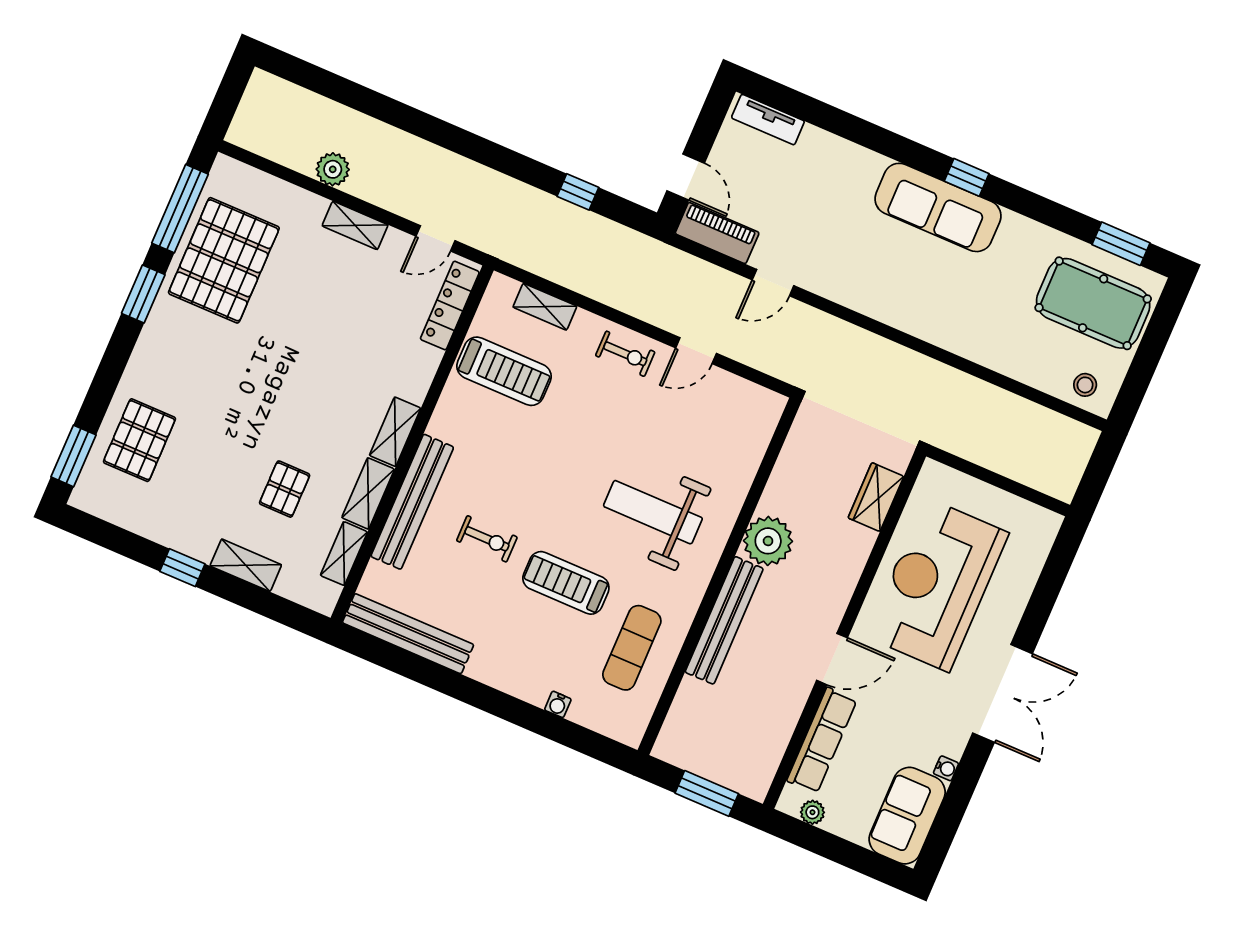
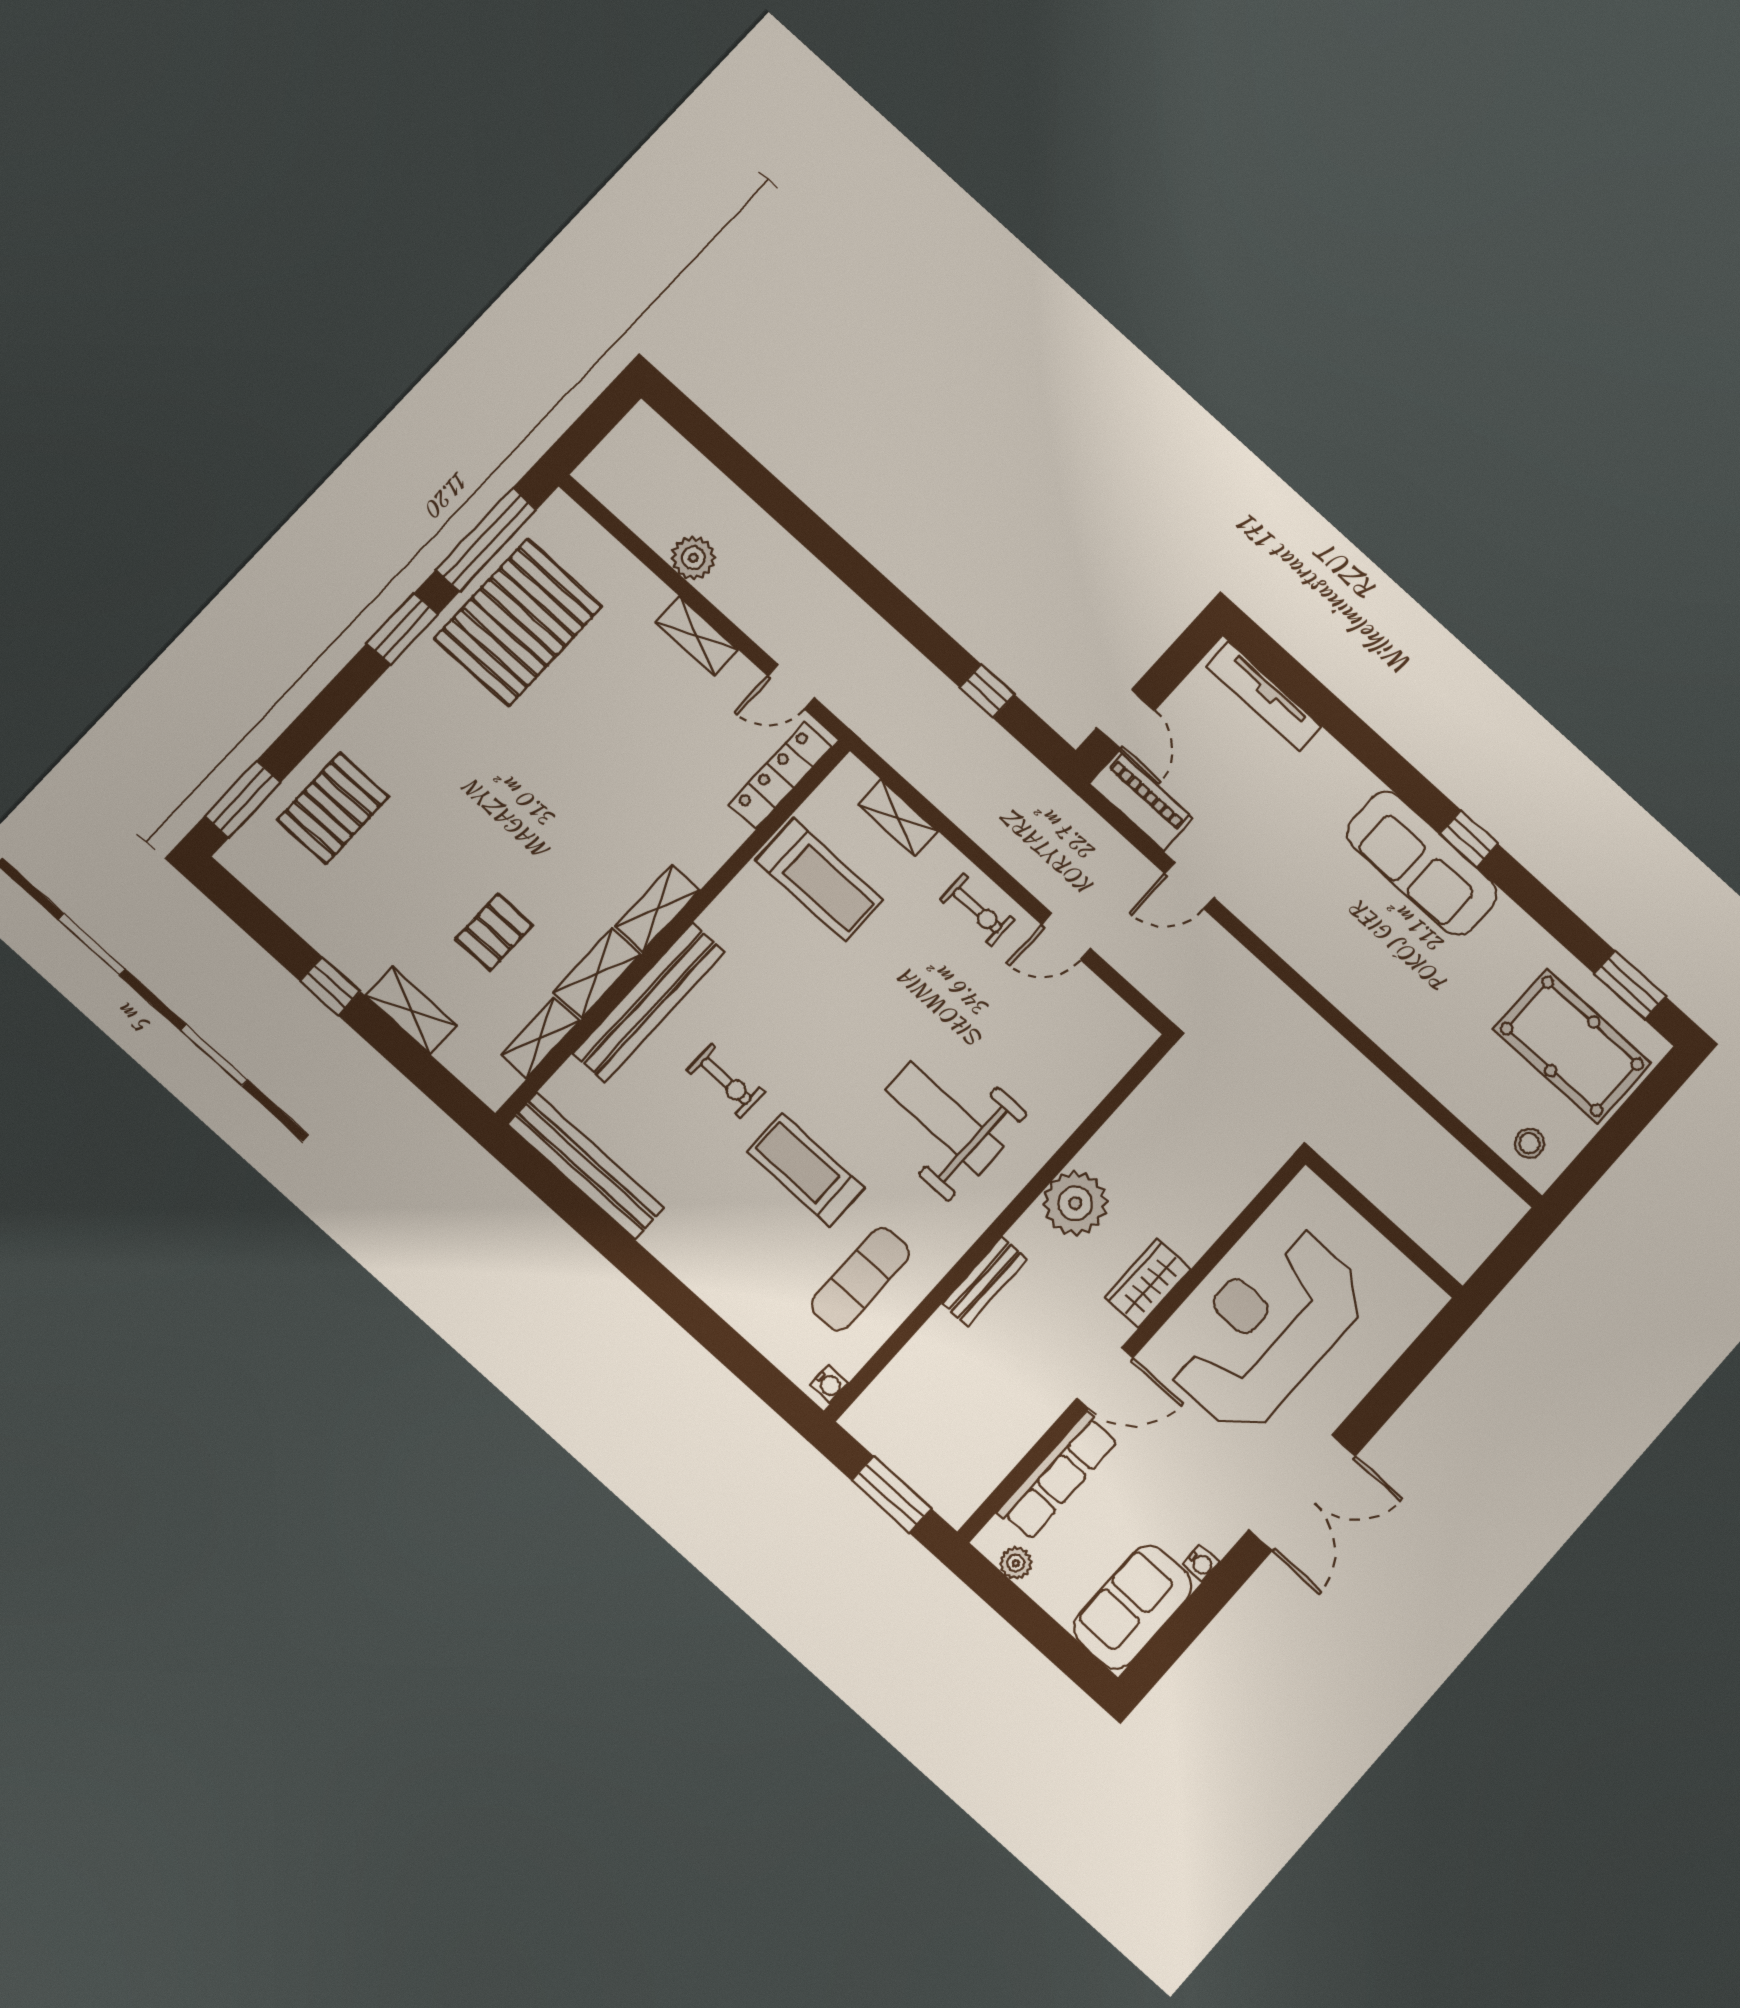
tv unit: (768, 120) -> (1264, 696), width x1.41
wardrobe: (876, 497) -> (1148, 1283), moved
bench: (724, 620) -> (985, 1281), width x0.54, depth x0.82
water cooler: (558, 704) -> (829, 1384), moved, turned -90

